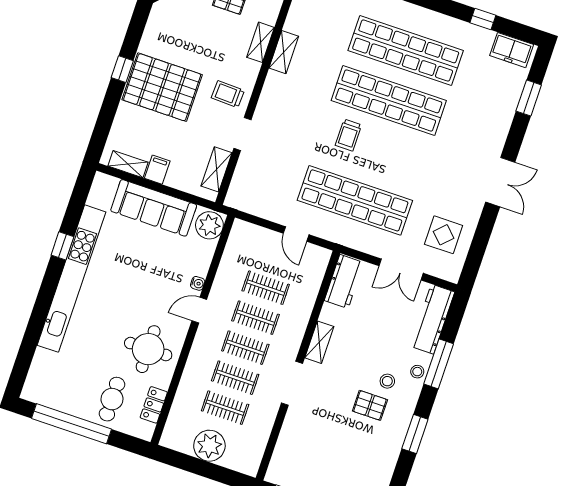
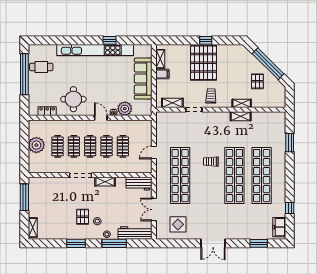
plant: (209, 225) -> (125, 109), moved
cafe table: (112, 399) -> (41, 67), moved

